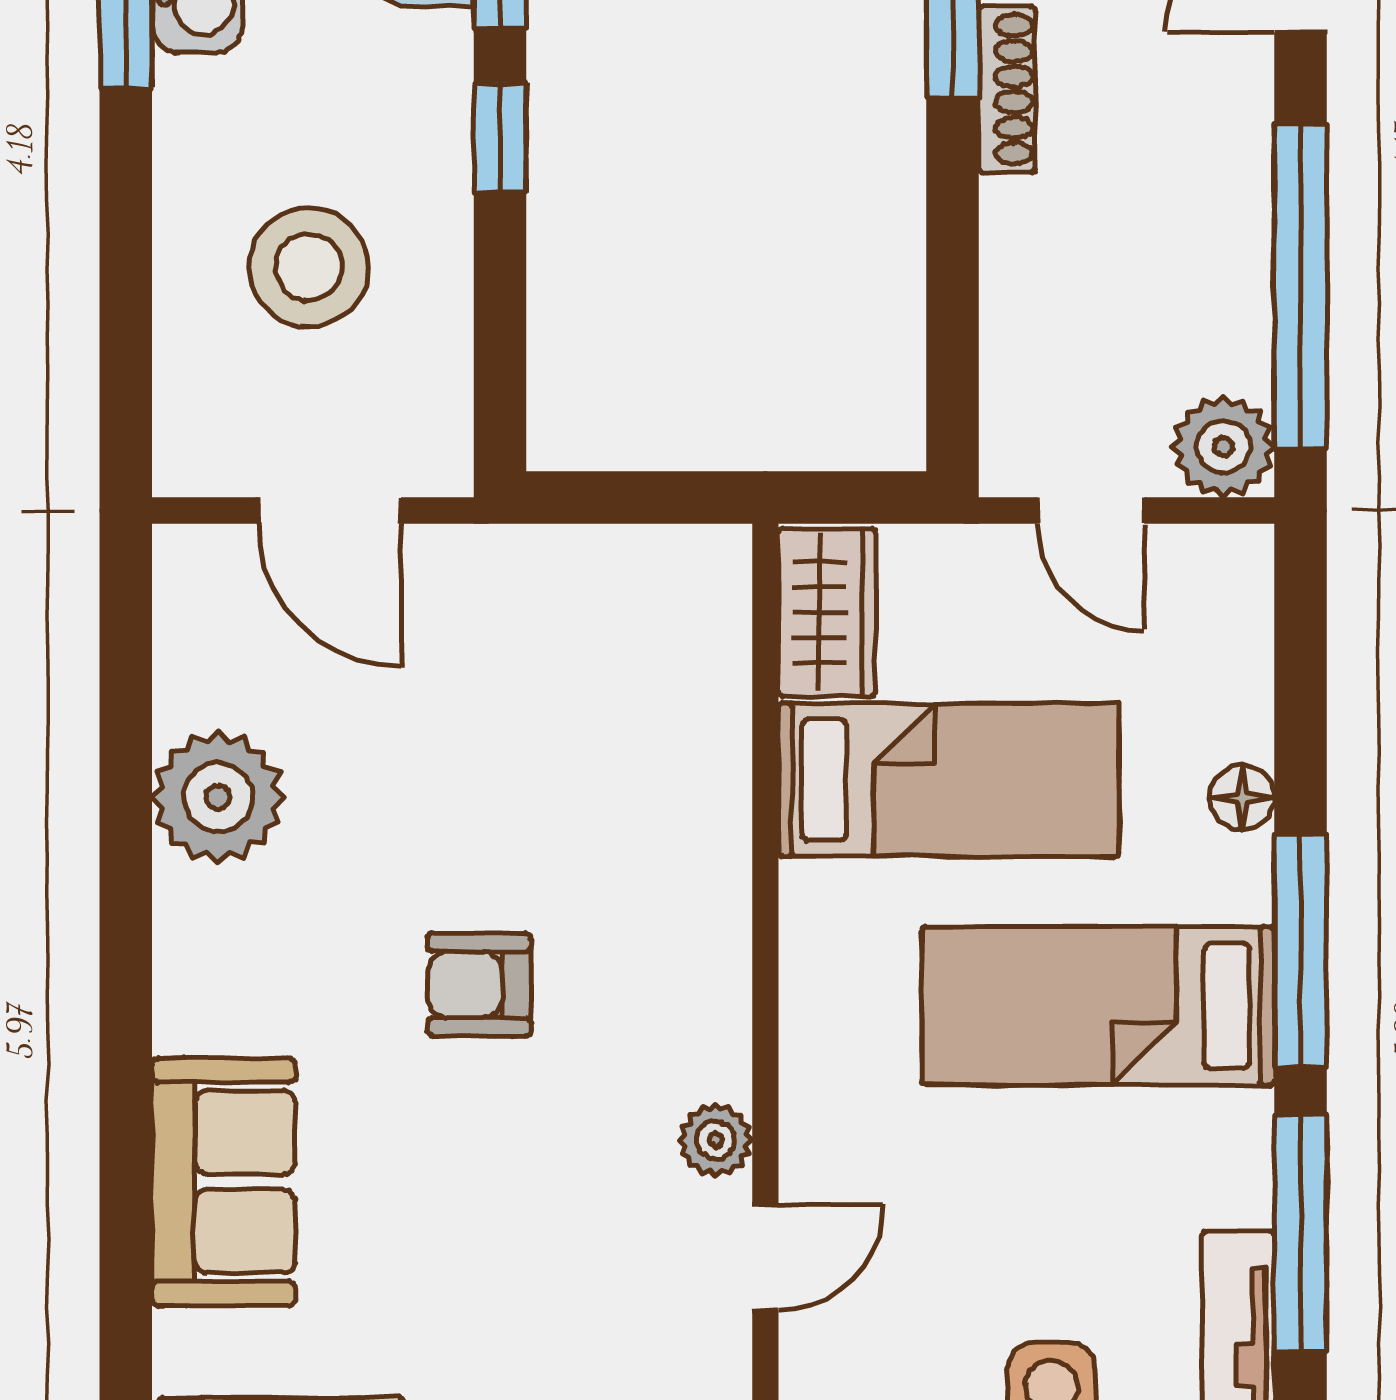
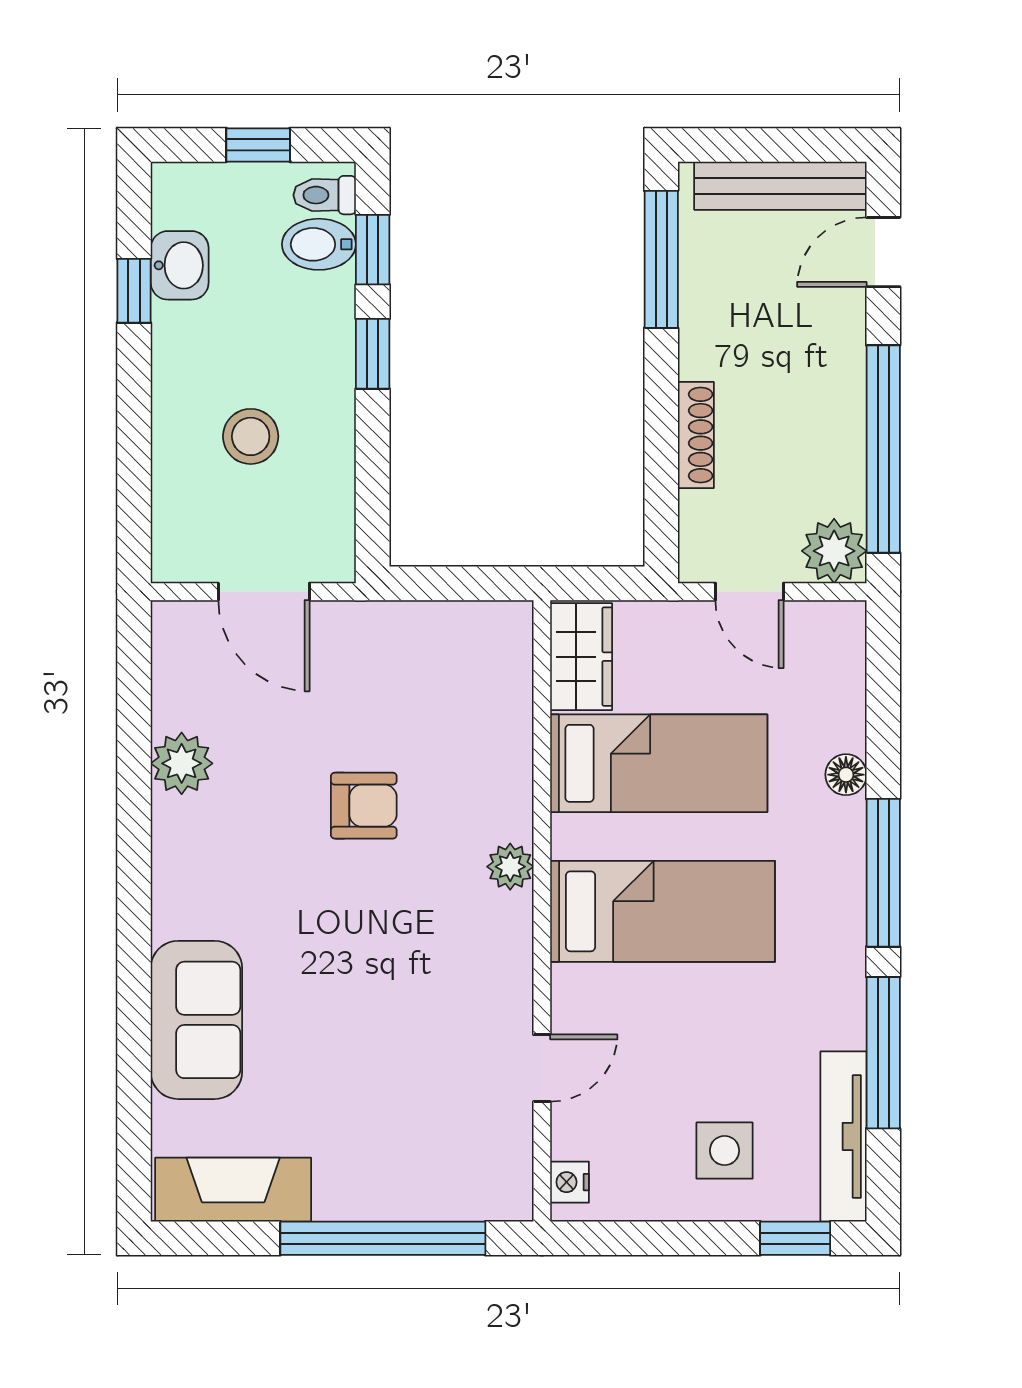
shoe rack: (1007, 89) -> (696, 435), moved
stool: (309, 267) -> (251, 436), width x0.73, depth x0.73
plant: (218, 797) -> (182, 763), width x0.73, depth x0.73
armchair: (479, 985) -> (364, 806), moved, turned 180
bed: (1098, 1006) -> (663, 911), moved, turned 180
plant: (716, 1140) -> (510, 867), moved

